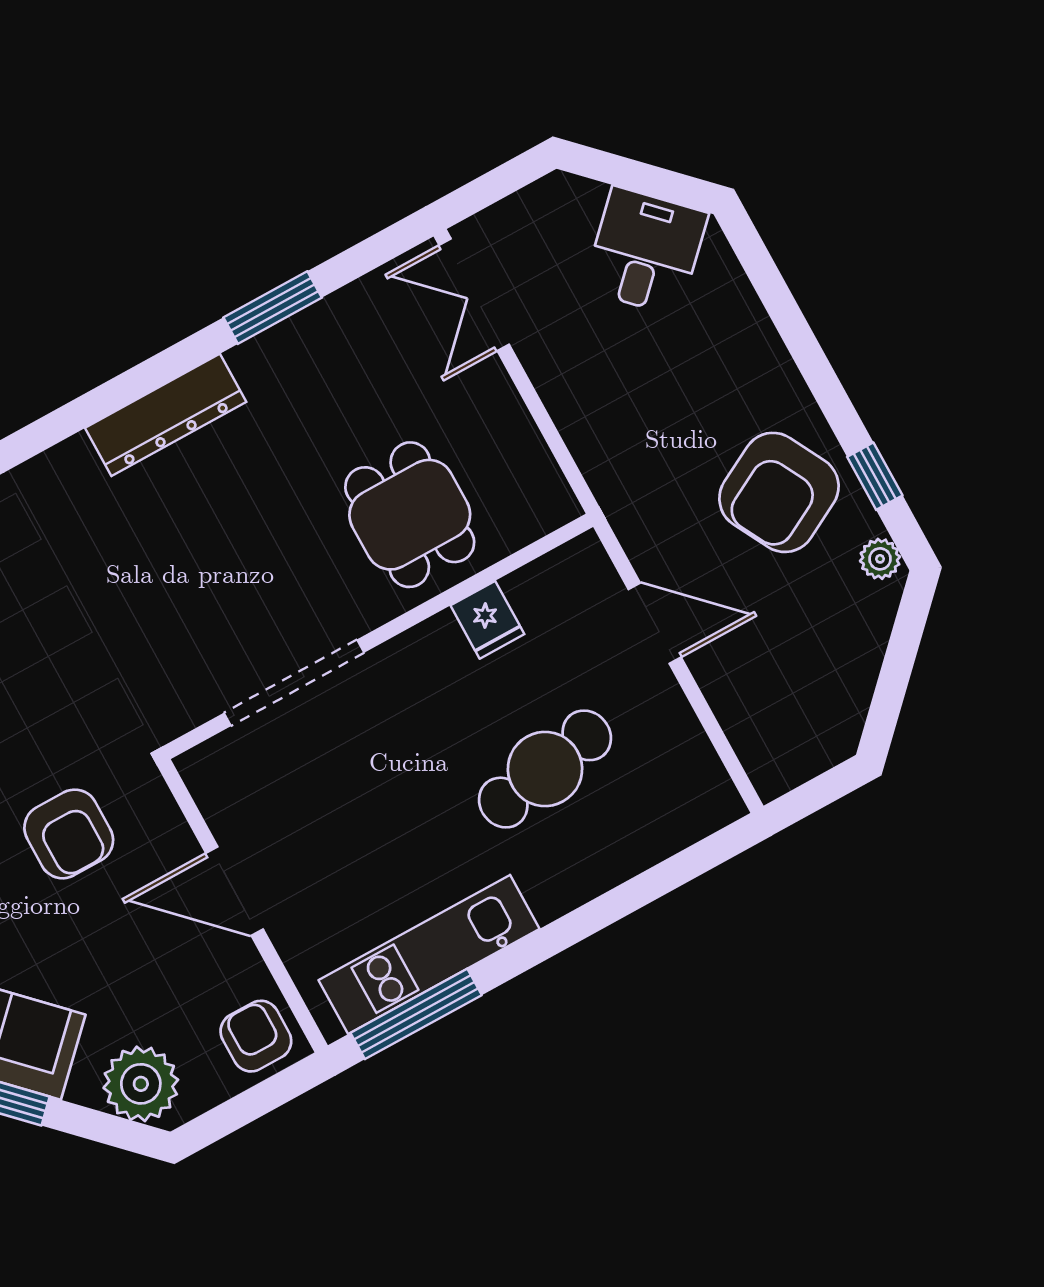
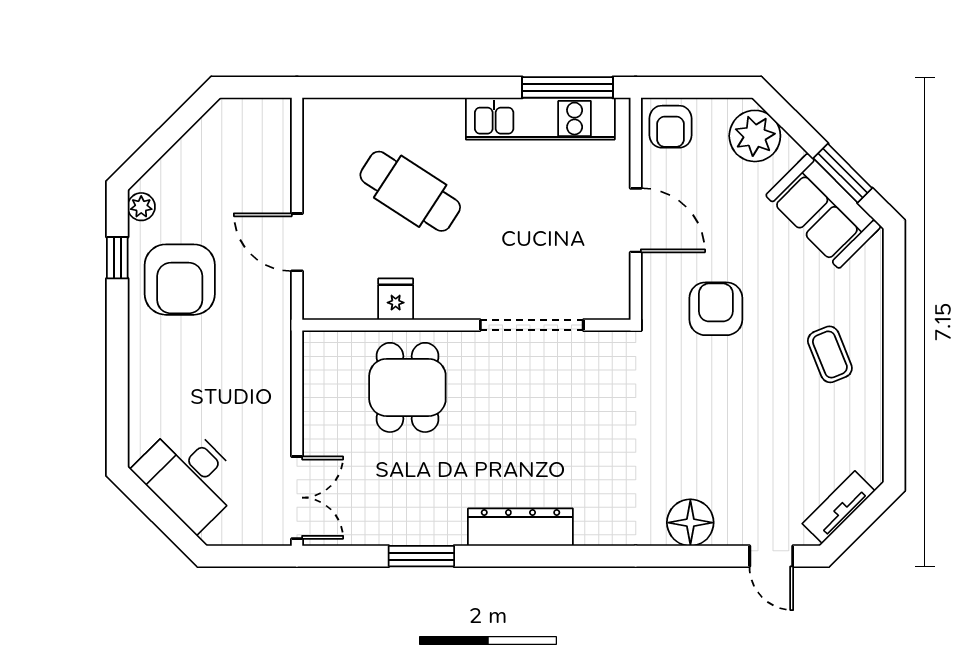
desk: (646, 251) -> (189, 476), width x1.37
armchair: (779, 492) -> (180, 280), turned 118
cafe table: (545, 769) -> (410, 191), turned 43

